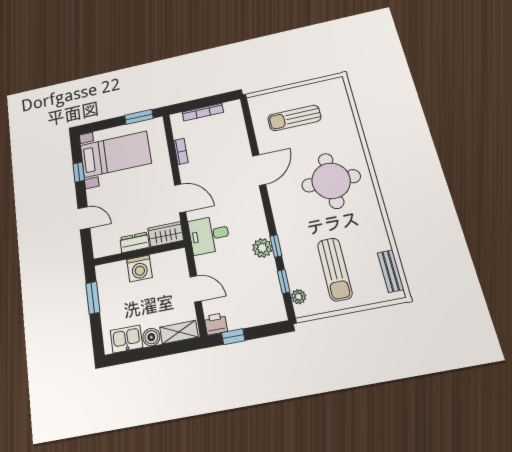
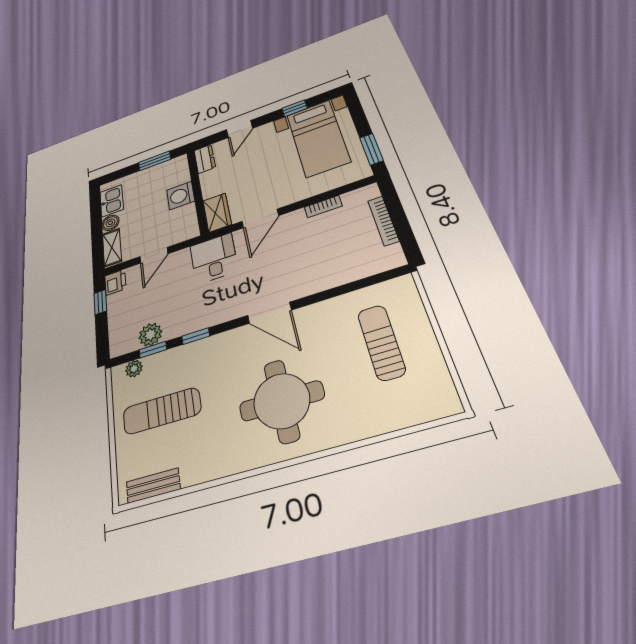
door: (259, 170) -> (269, 313), moved
dresser: (135, 242) -> (205, 159), moved
plant: (262, 248) -> (150, 335), moved

